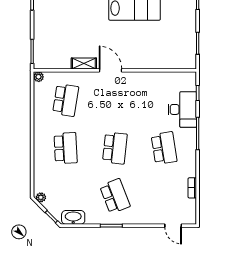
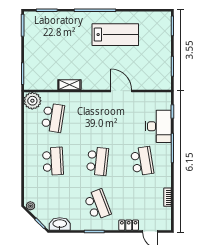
door: (110, 70) -> (121, 91), moved
plant: (39, 77) -> (32, 101), width x1.88, depth x1.88
locker: (149, 219) -> (129, 225), added

